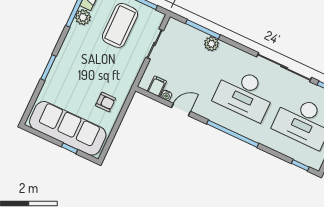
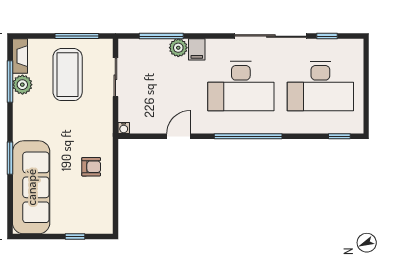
filing cabinet: (157, 86) -> (197, 49), moved, turned 180
water cooler: (166, 95) -> (124, 128), moved
sofa: (68, 128) -> (31, 187), moved, turned 90

